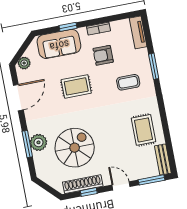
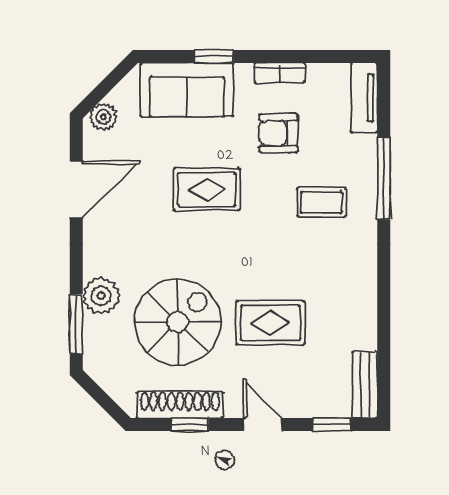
window: (154, 66) -> (384, 178), width x1.44
rug: (143, 130) -> (270, 323), moved, turned 90
window: (27, 144) -> (76, 324), moved
window: (151, 180) -> (331, 425), width x0.67

